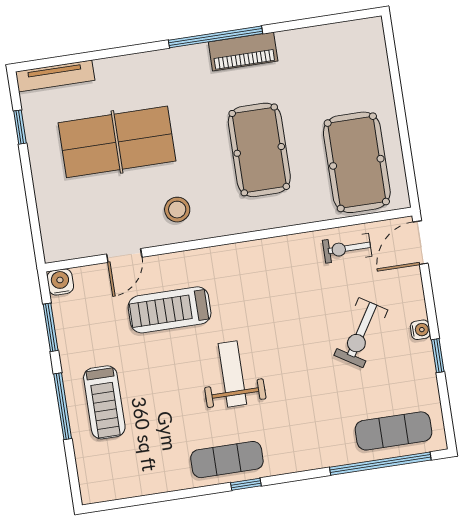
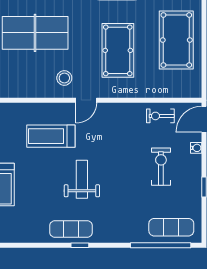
pool table: (357, 162) -> (176, 40), moved
door: (124, 256) -> (86, 100), moved
water cooler: (420, 330) -> (196, 148), moved
exercise bike: (361, 333) -> (161, 167), turned 148

